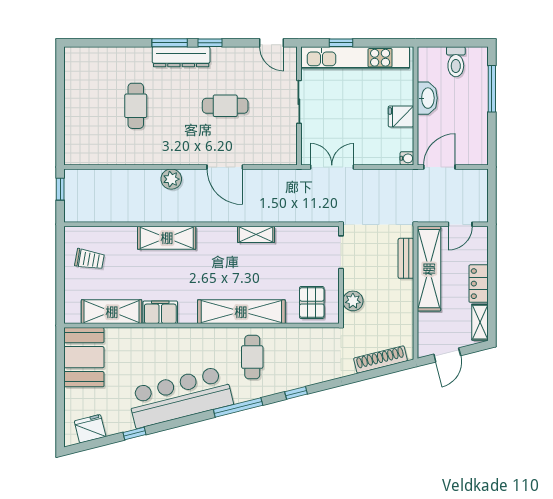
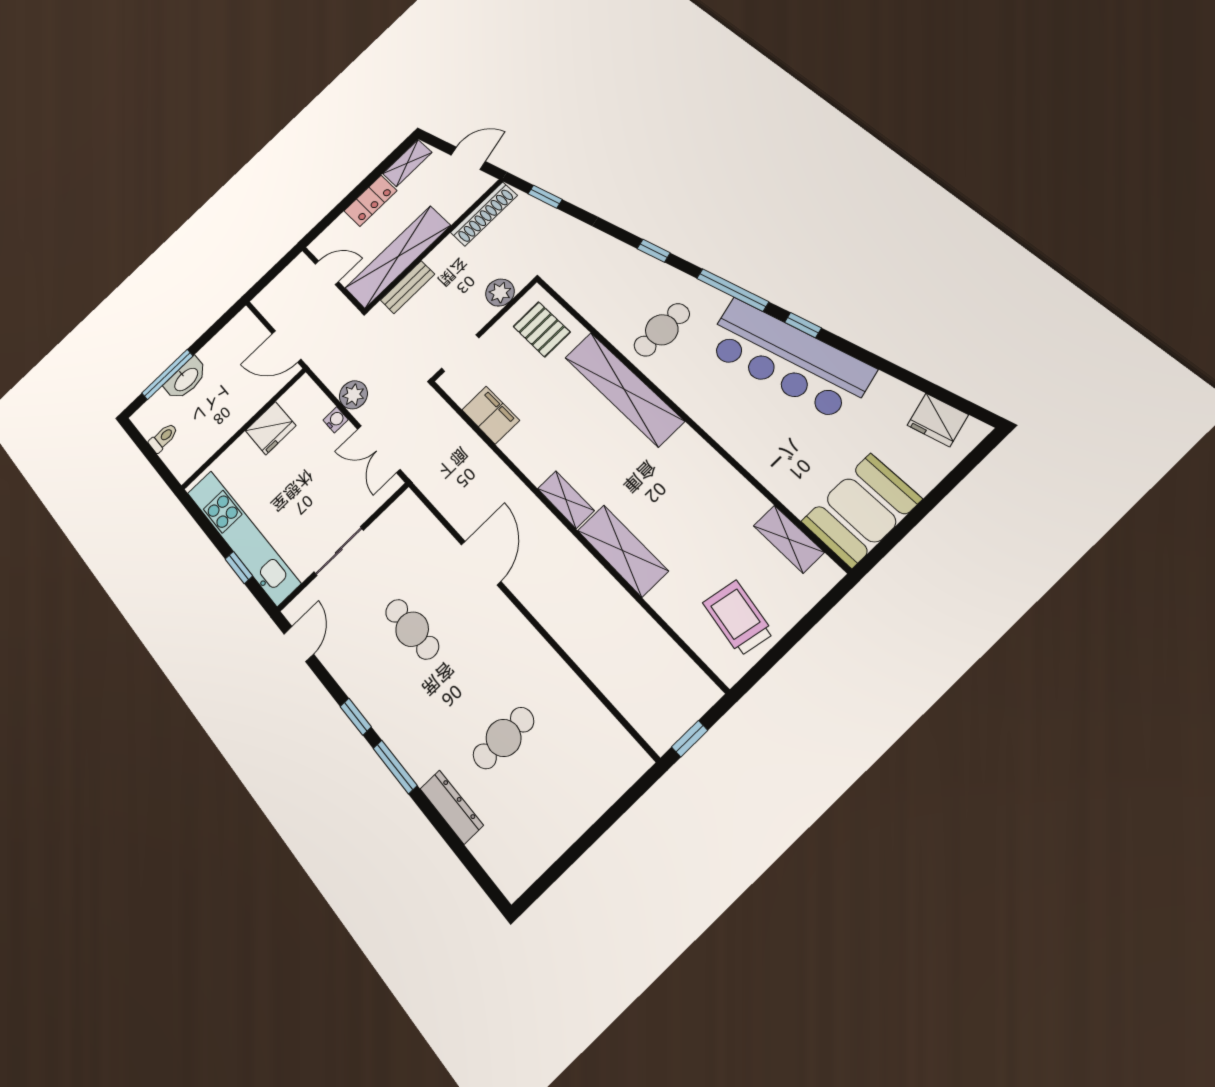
dresser: (181, 57) -> (452, 807), moved, width x0.73, depth x0.80
toilet: (456, 62) -> (163, 438), width x0.73, depth x0.72
washbasin: (427, 98) -> (186, 379), moved, turned 180
fridge: (401, 116) -> (271, 428), width x1.38
water cooler: (407, 158) -> (336, 420), moved, turned 90
plant: (171, 179) -> (353, 395), moved
shelving: (256, 234) -> (566, 500), moved
trolley: (89, 259) -> (738, 618), width x1.36, depth x1.39
pallet: (312, 303) -> (542, 329), turned 90
shelving: (112, 312) -> (789, 539), width x0.67, depth x0.75
filing cabinet: (160, 312) -> (491, 415), moved, turned 180
shoe rack: (381, 359) -> (484, 214), moved, turned -76
window: (382, 371) -> (545, 197), added
window: (134, 433) -> (803, 325), moved

